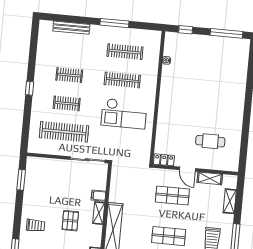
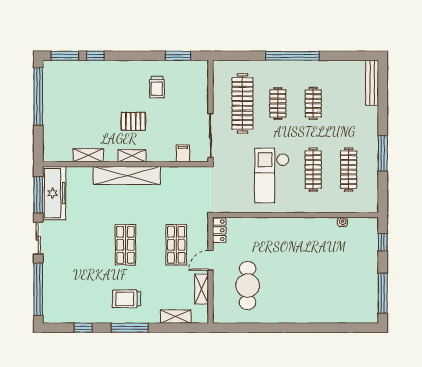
bench: (71, 28) -> (372, 83), moved
window: (30, 88) -> (292, 56), width x3.17
cafe table: (210, 141) -> (248, 286), width x1.37, depth x1.35
filing cabinet: (98, 196) -> (183, 153), moved
shelving: (99, 213) -> (132, 156), moved
trolley: (36, 225) -> (157, 87), moved

